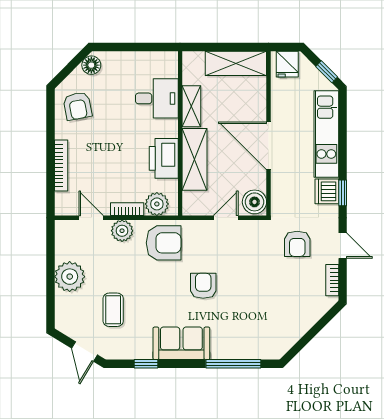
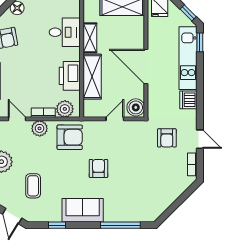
window: (343, 193) -> (200, 42), moved

